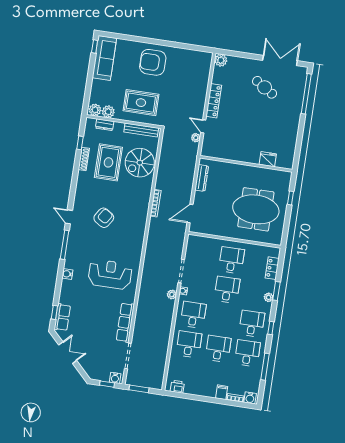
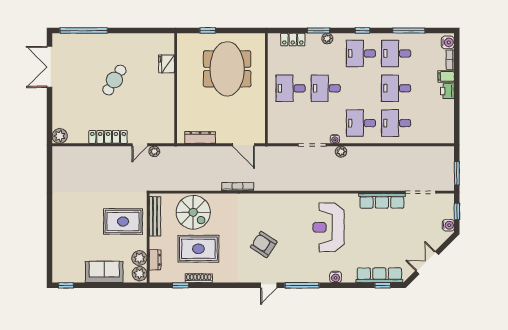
sofa: (104, 58) -> (104, 272), moved, width x0.73
armchair: (153, 62) -> (74, 215), removed
cafe table: (265, 87) -> (114, 80), moved
rug: (141, 103) -> (123, 221), turned 90
row of seats: (62, 317) -> (379, 275), width x1.48
water cooler: (115, 378) -> (448, 225), moved
printer: (177, 387) -> (447, 91), moved

